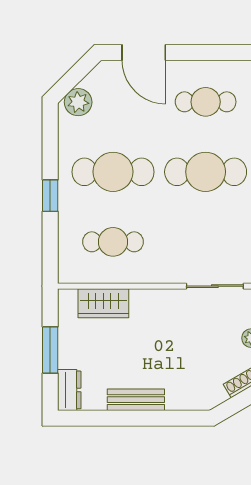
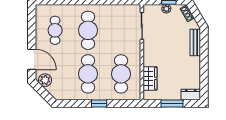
door: (144, 53) -> (32, 59), hinge flipped
plant: (78, 102) -> (45, 80), moved
cafe table: (113, 242) -> (121, 74), width x1.37, depth x1.35
bench: (136, 400) -> (195, 42), moved

